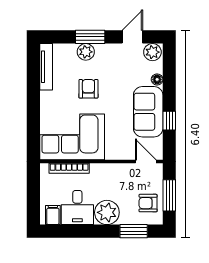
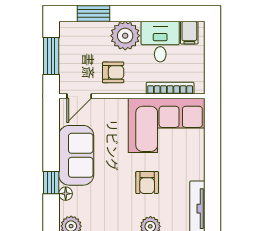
window: (169, 121) -> (51, 183), moved
door: (146, 162) -> (79, 96), hinge flipped
armchair: (148, 203) -> (113, 72), moved

